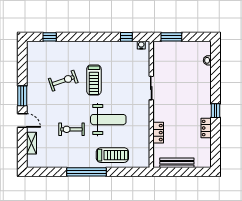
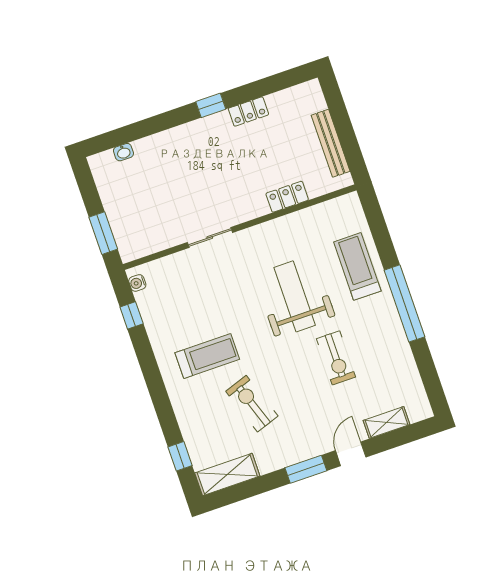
shelving: (33, 57) -> (227, 475), added
treadmill: (94, 80) -> (207, 356), moved

